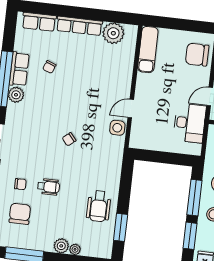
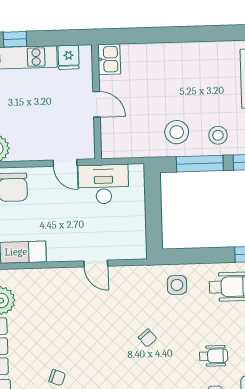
side table: (117, 128) -> (177, 285), moved
wheelchair: (48, 187) -> (213, 356), turned 90

